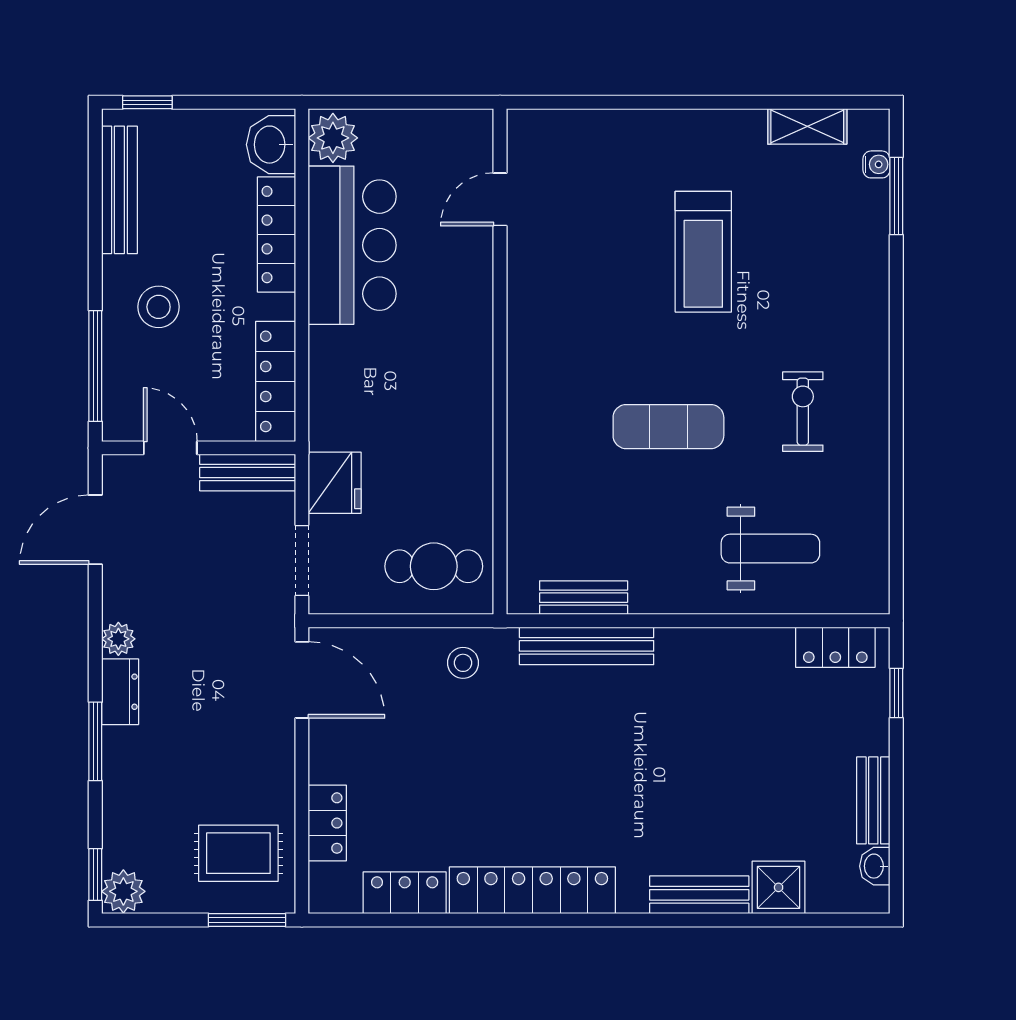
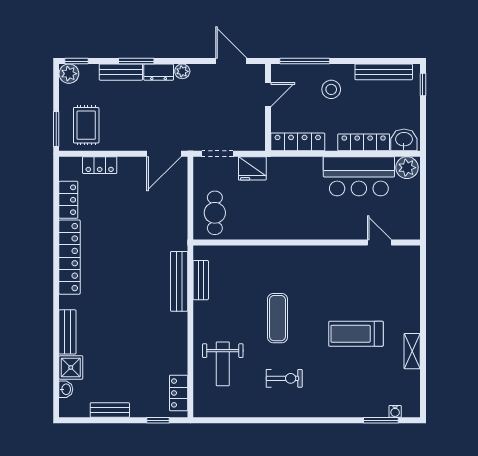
shelving: (807, 126) -> (412, 351), moved
bench: (248, 473) -> (121, 72), moved, turned 90
stool: (463, 663) -> (172, 226), removed
washbasin: (875, 866) -> (66, 389), moved, turned 90

